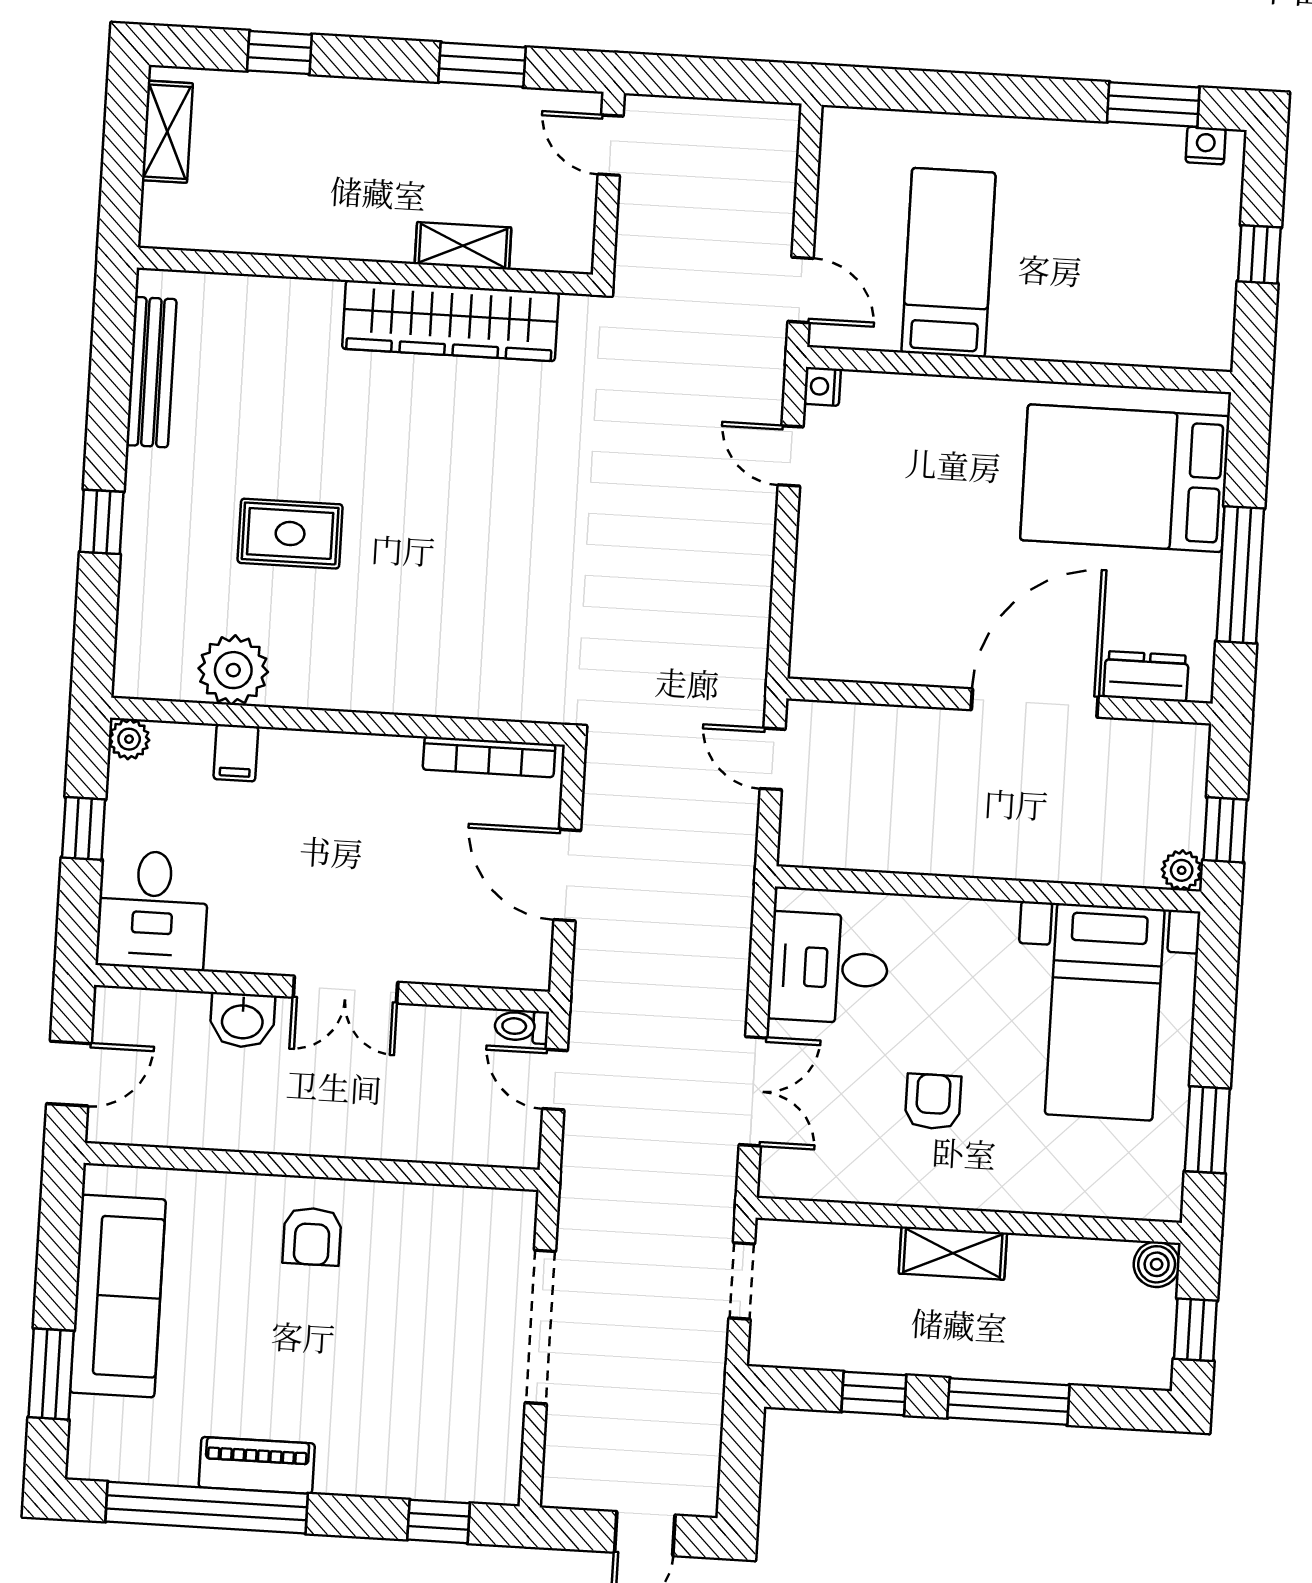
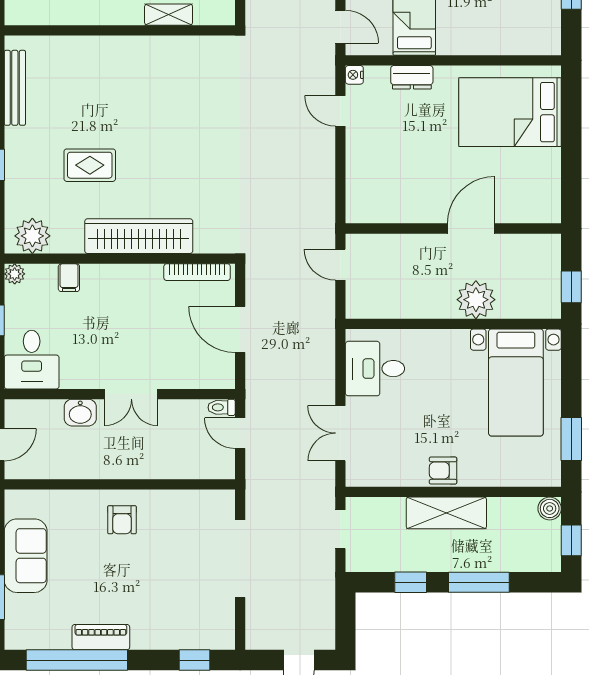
wardrobe: (450, 321) -> (139, 236), moved, turned 180
window: (1240, 575) -> (571, 158), removed
plant: (233, 670) -> (32, 236), moved
dresser: (1146, 676) -> (412, 77), moved, turned 180
door: (1035, 703) -> (471, 229), width x0.73
plant: (1182, 870) -> (476, 300), moved, width x1.88, depth x1.88
double door: (753, 1091) -> (340, 433), swing flipped
armchair: (933, 1102) -> (443, 471), moved, turned -90
shelving: (953, 1253) -> (446, 513), width x1.50, depth x1.33
sofa: (118, 1296) -> (26, 556), width x0.73

